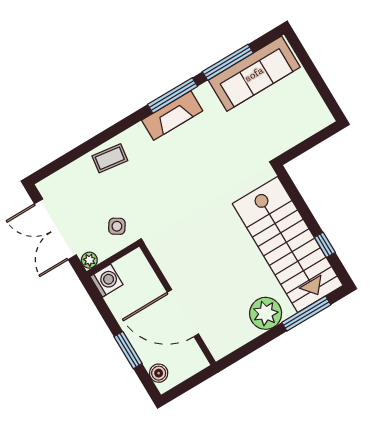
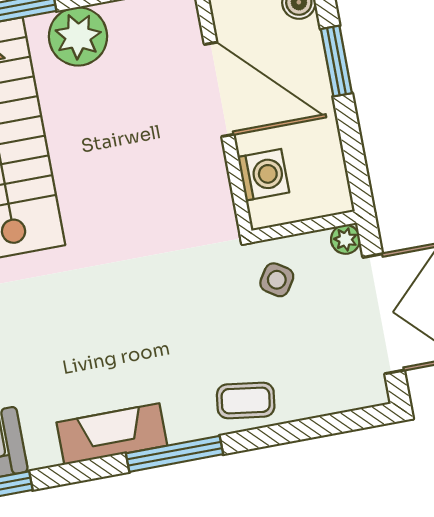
window: (173, 95) -> (175, 454), moved
washing machine: (106, 280) -> (263, 175), moved, turned 180

